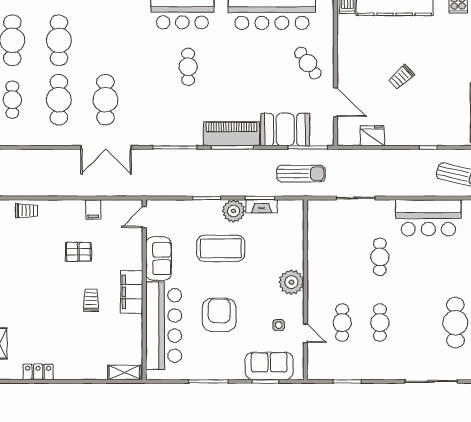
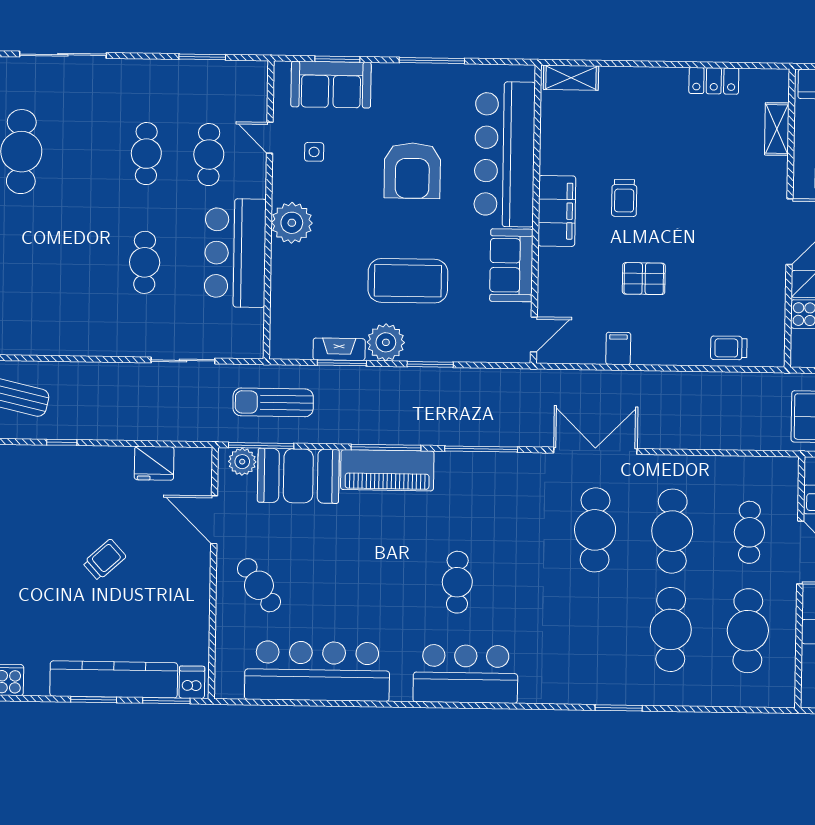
plant: (319, 138) -> (242, 462), added
bar counter: (428, 218) -> (235, 253), moved, turned -90

